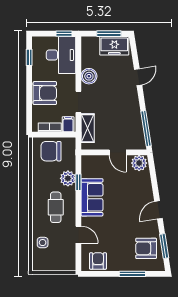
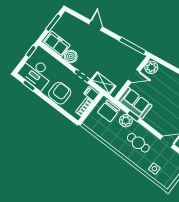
freezer: (114, 46) -> (56, 44), moved, turned -90
desk: (61, 55) -> (36, 73), moved, turned 180
chair: (51, 151) -> (109, 111), moved
sofa: (92, 197) -> (135, 103), moved

